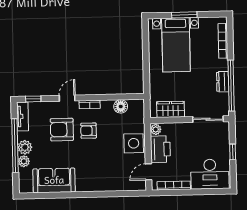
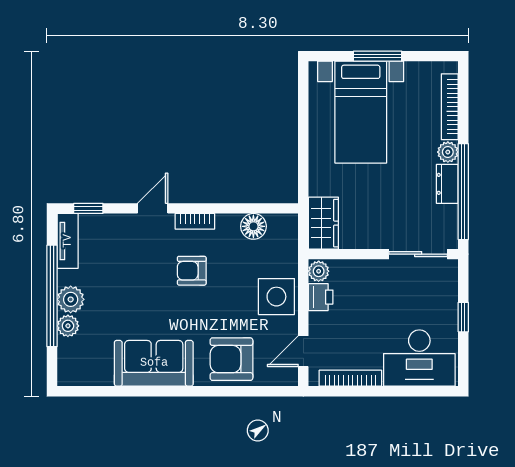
plant: (223, 65) -> (448, 152), added
wardrobe: (171, 109) -> (323, 223), moved, turned 90
armchair: (62, 130) -> (231, 359), moved
printer: (160, 149) -> (321, 297), width x0.53, depth x0.68
sofa: (54, 180) -> (154, 363), moved

